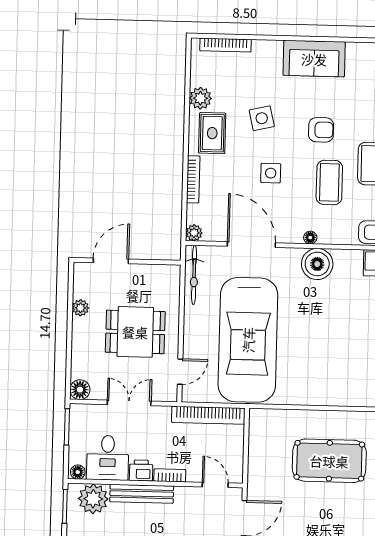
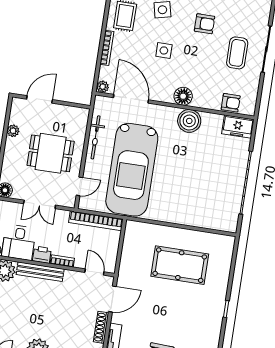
coffee table: (329, 182) -> (206, 63), removed
floor lamp: (310, 238) -> (183, 96), width x1.89, depth x1.89
door: (251, 245) -> (131, 99), moved
bicycle: (194, 275) -> (96, 137), moved
double door: (129, 403) -> (40, 204), swing flipped

